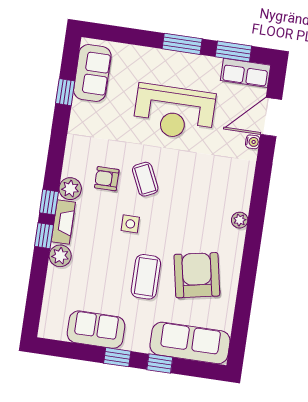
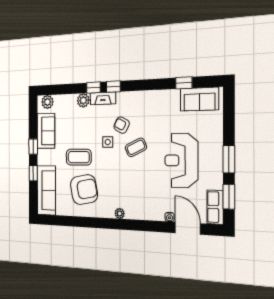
armchair: (107, 179) -> (122, 125), moved, turned -62
plant: (70, 189) -> (47, 102), moved

